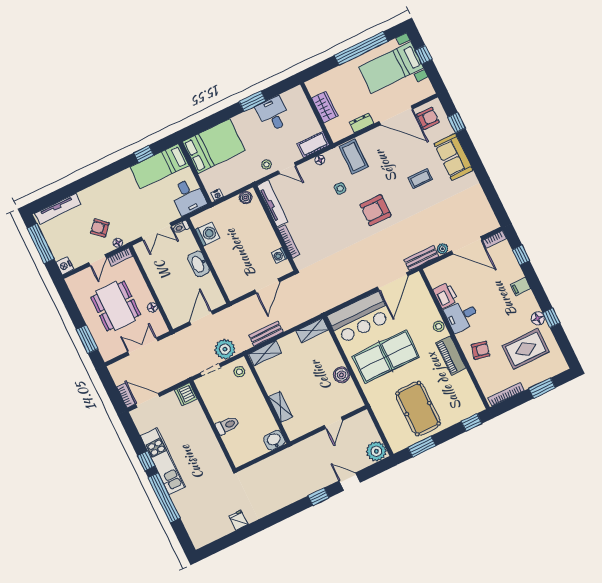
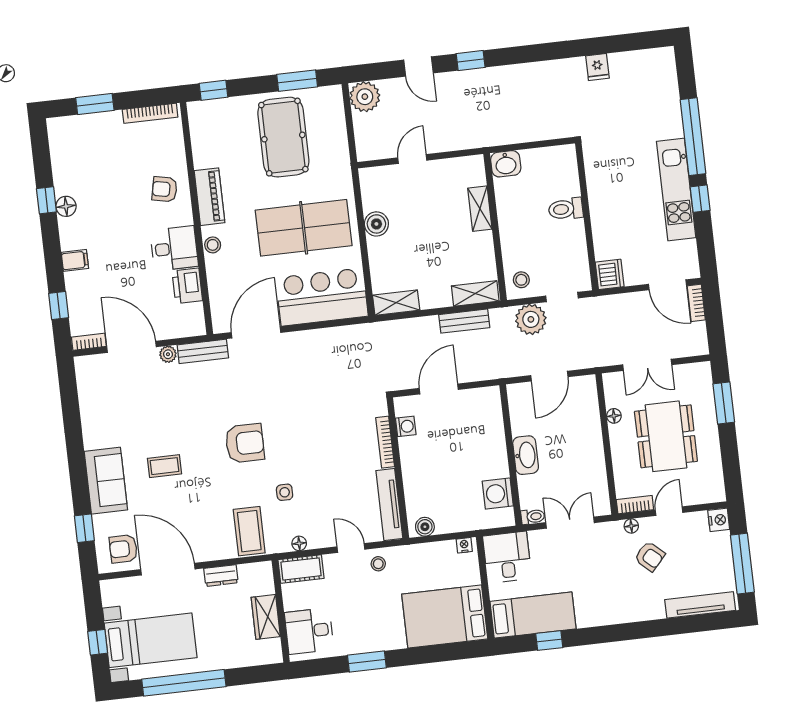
desk: (273, 114) -> (309, 631), moved, turned 90
rug: (526, 349) -> (99, 169), removed

